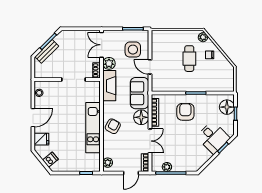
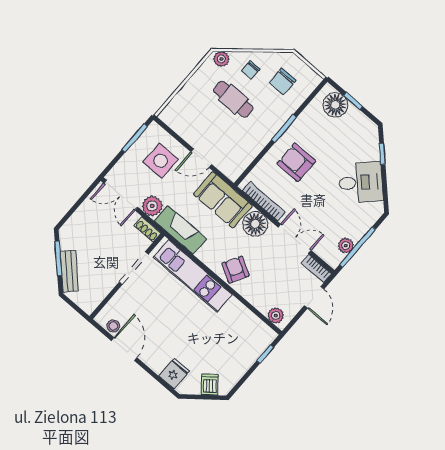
chair: (217, 74) -> (282, 82), added
door: (33, 118) -> (124, 349), moved
kitchen unit: (93, 128) -> (193, 276), moved
desk: (213, 137) -> (361, 182), moved

